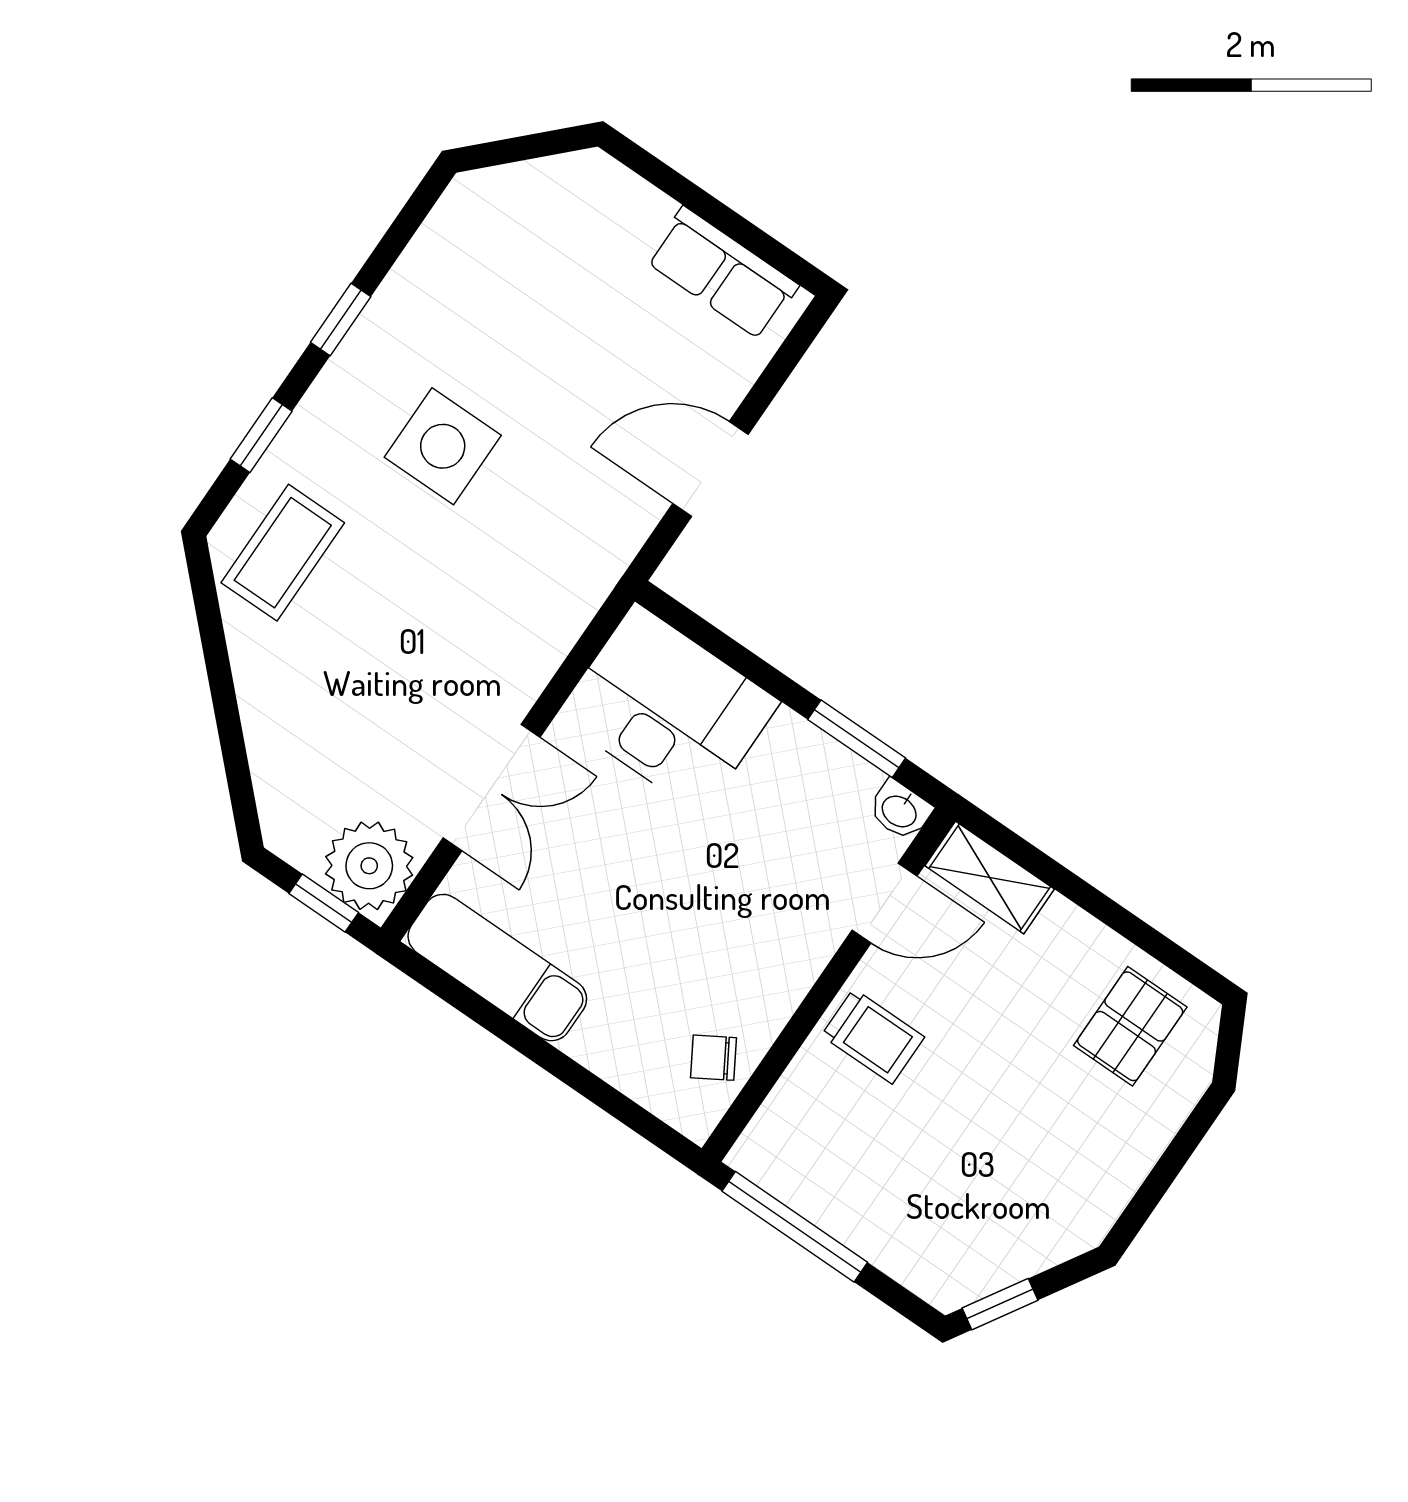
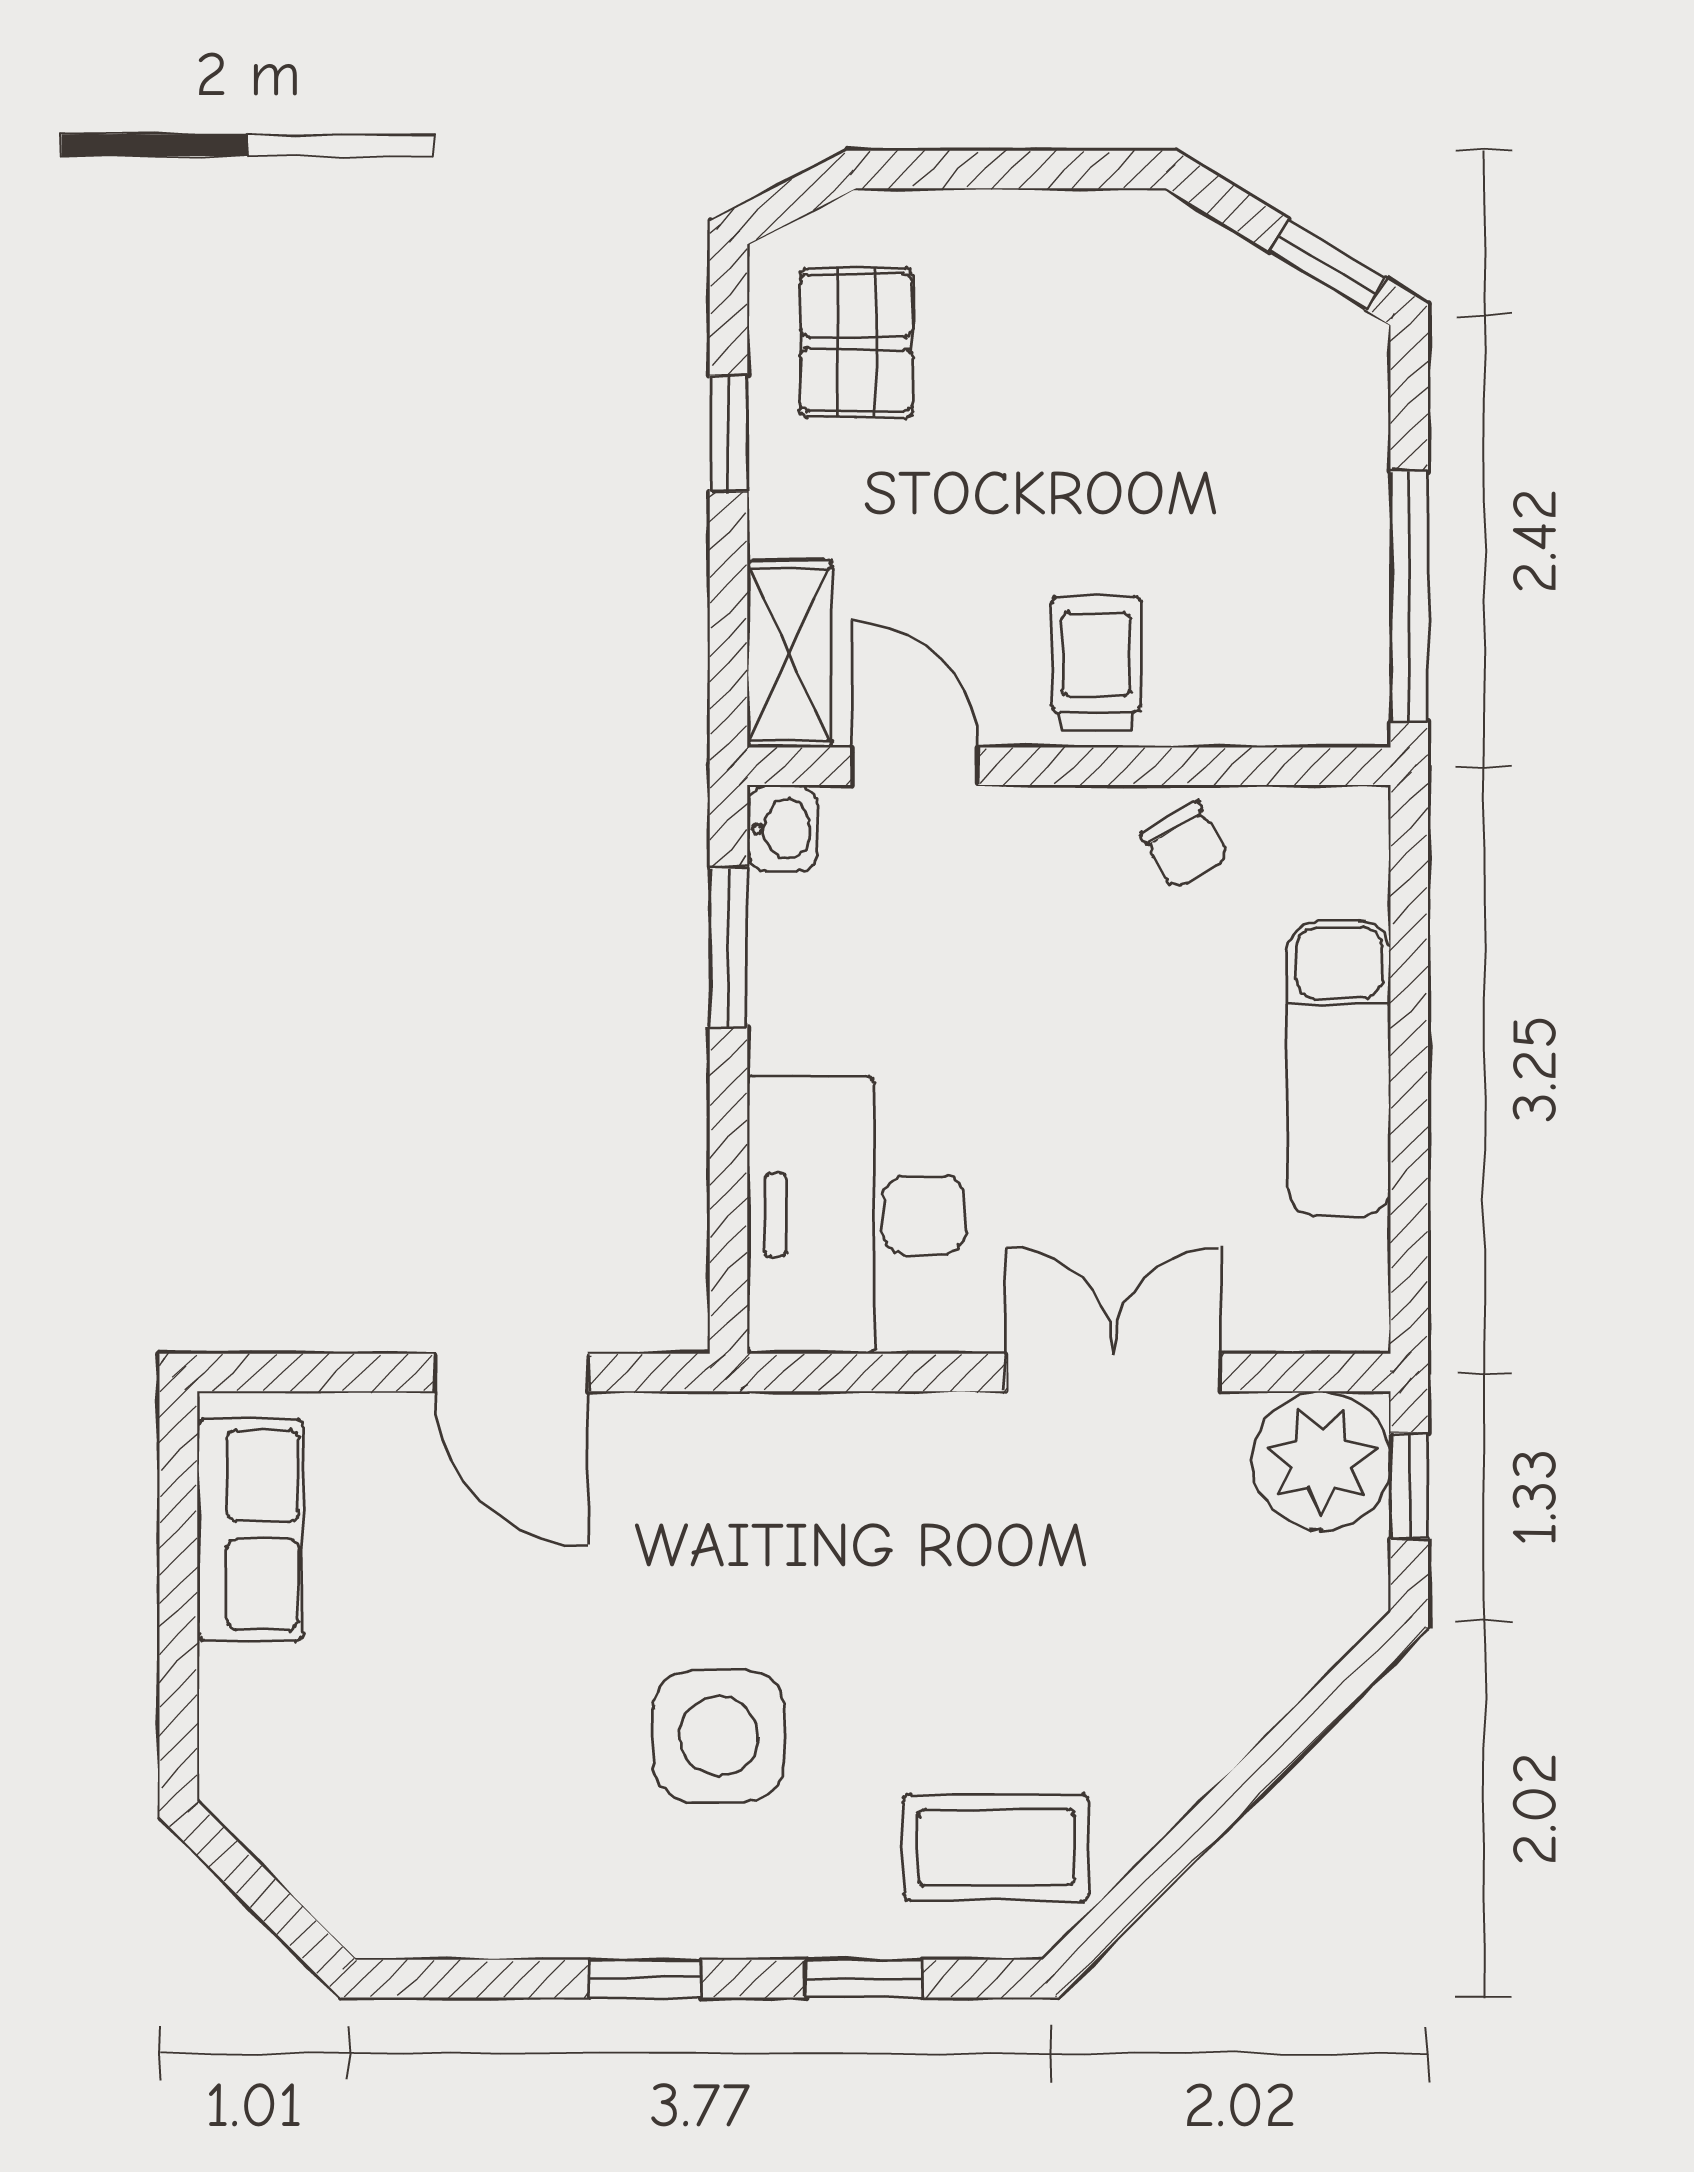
window: (1129, 926) -> (729, 433), added
exam couch: (497, 968) -> (1339, 1069), moved
pallet: (1130, 1026) -> (856, 343), turned 90
chair: (714, 1058) -> (1185, 845), moved

